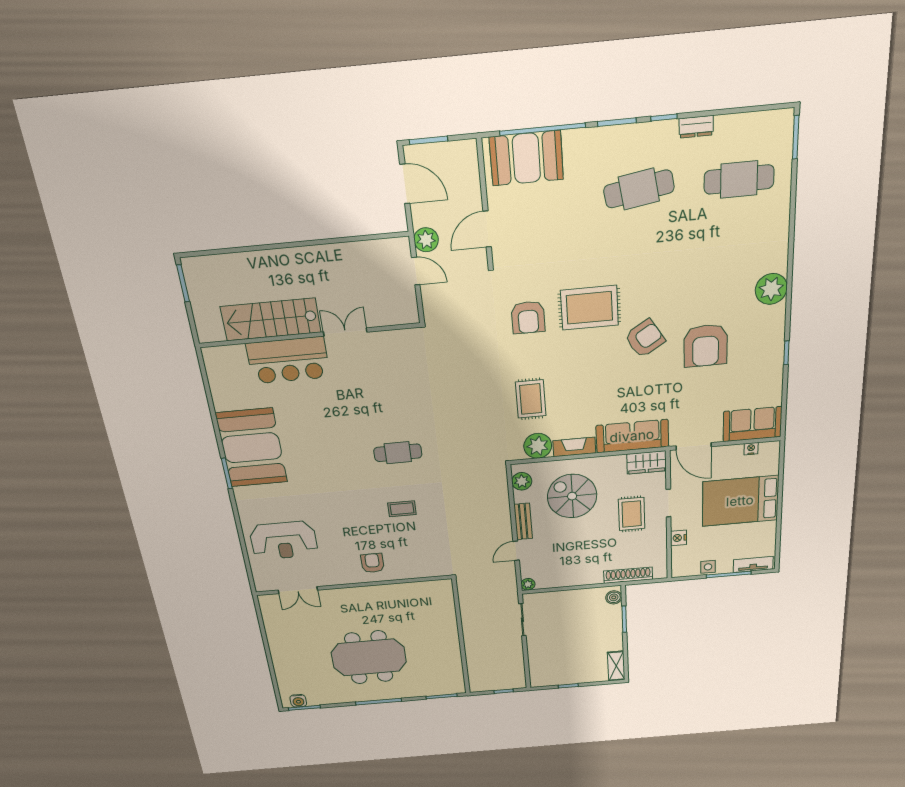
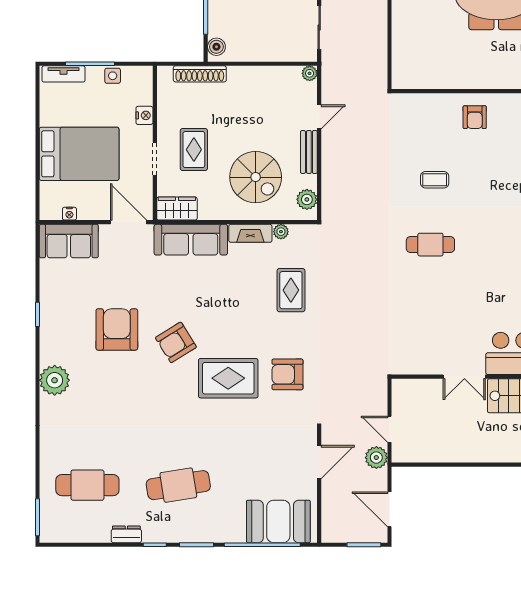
armchair: (528, 317) -> (287, 374), turned -90
plant: (538, 446) -> (281, 232), width x0.53, depth x0.53

